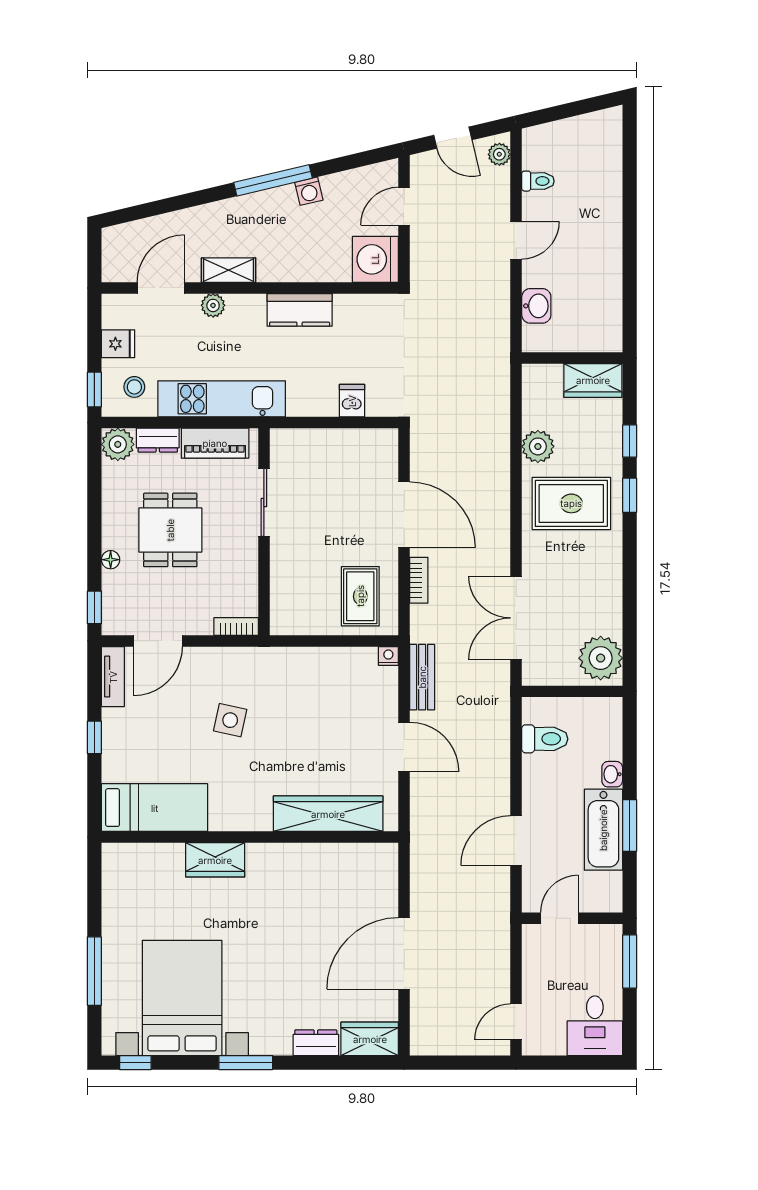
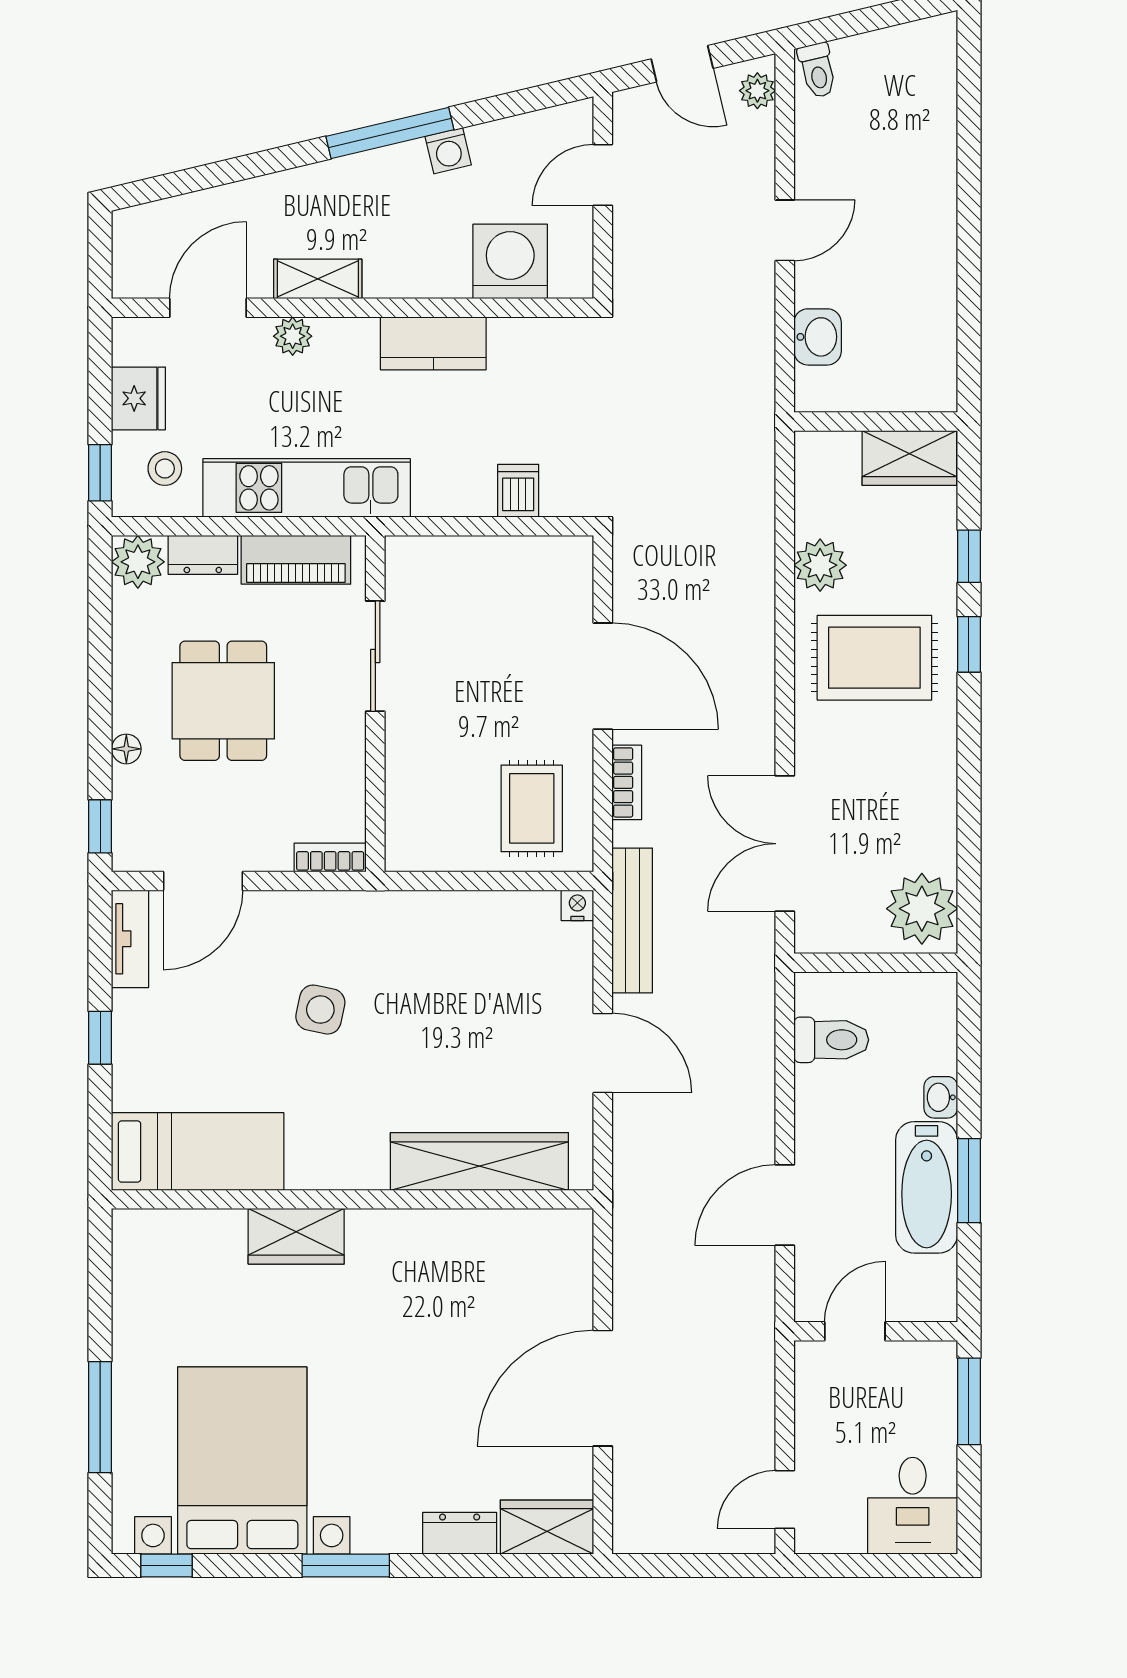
toilet: (538, 181) -> (817, 70), moved, turned 77
washing machine: (375, 259) -> (510, 261), moved, turned 90
fridge: (118, 344) -> (138, 398), width x1.38
bench: (422, 677) -> (632, 920), width x1.36

